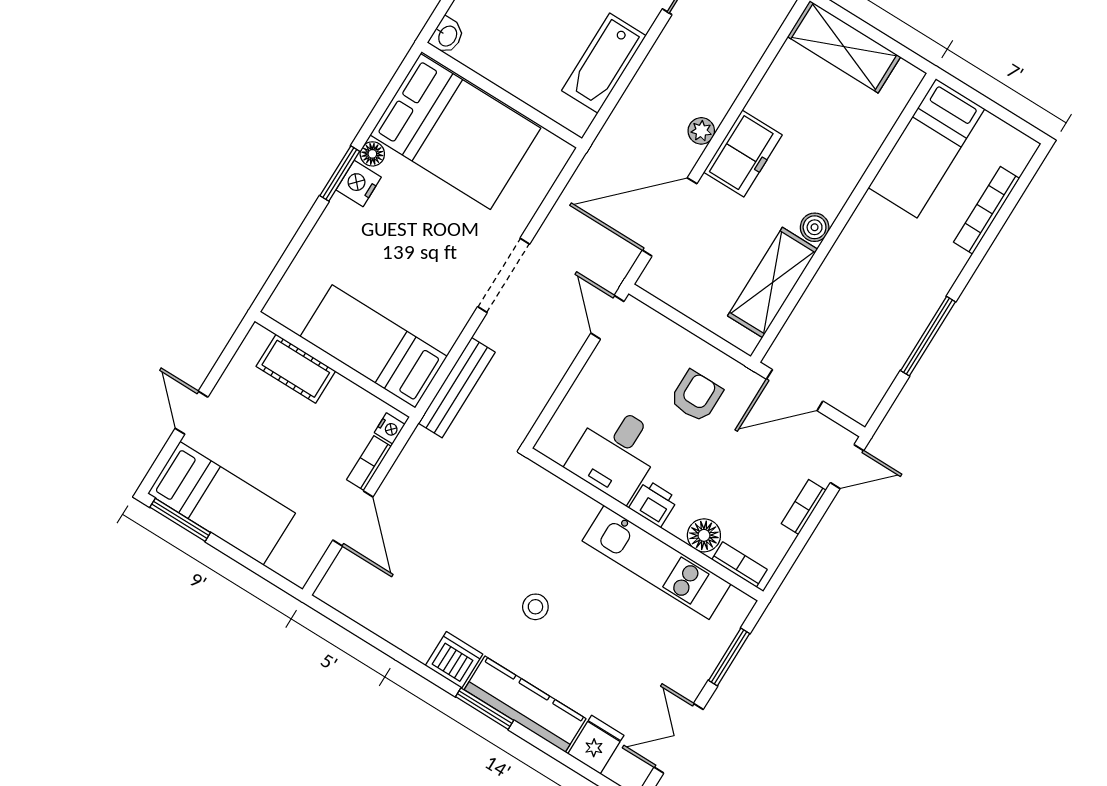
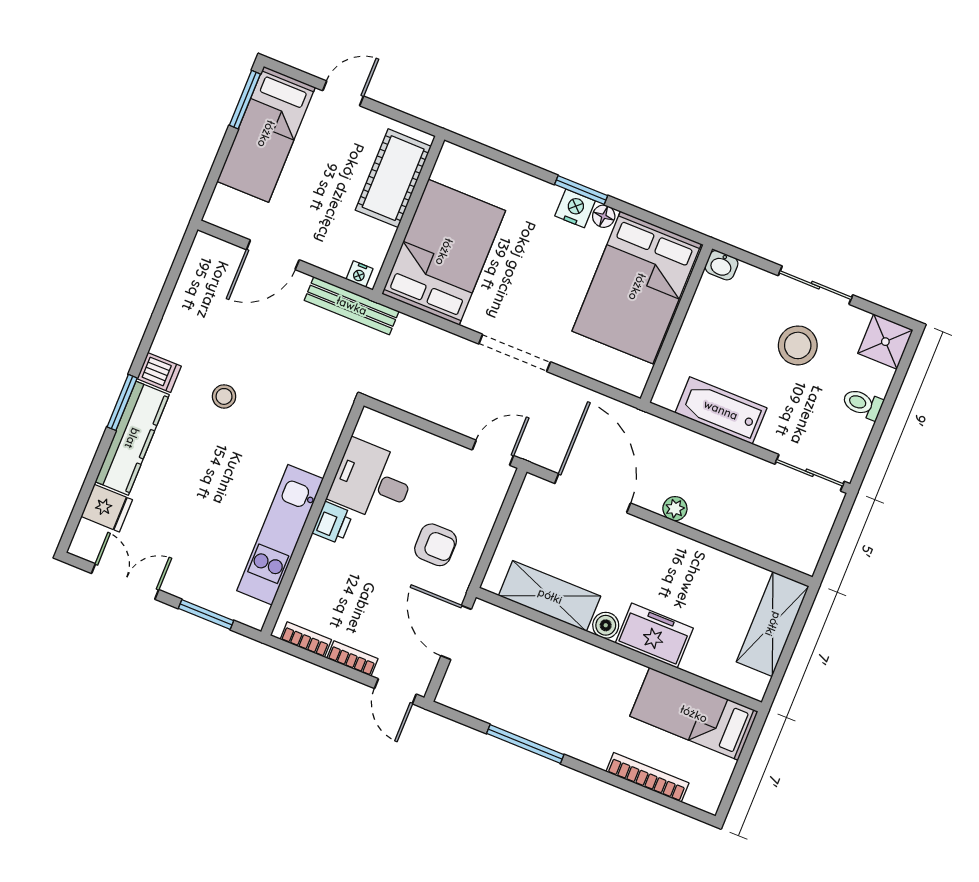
freezer: (743, 154) -> (654, 636), moved, turned 180
bed: (374, 346) -> (444, 252), width x1.50
cot: (296, 369) -> (393, 178), width x1.37, depth x1.34
bench: (457, 388) -> (352, 306), moved
bookcase: (369, 463) -> (325, 261), removed
floor lamp: (704, 535) -> (312, 573), removed
bookcase: (739, 564) -> (306, 640), moved, turned -90
stool: (535, 607) -> (224, 396), moved
dishwasher: (454, 660) -> (159, 372), width x0.73

